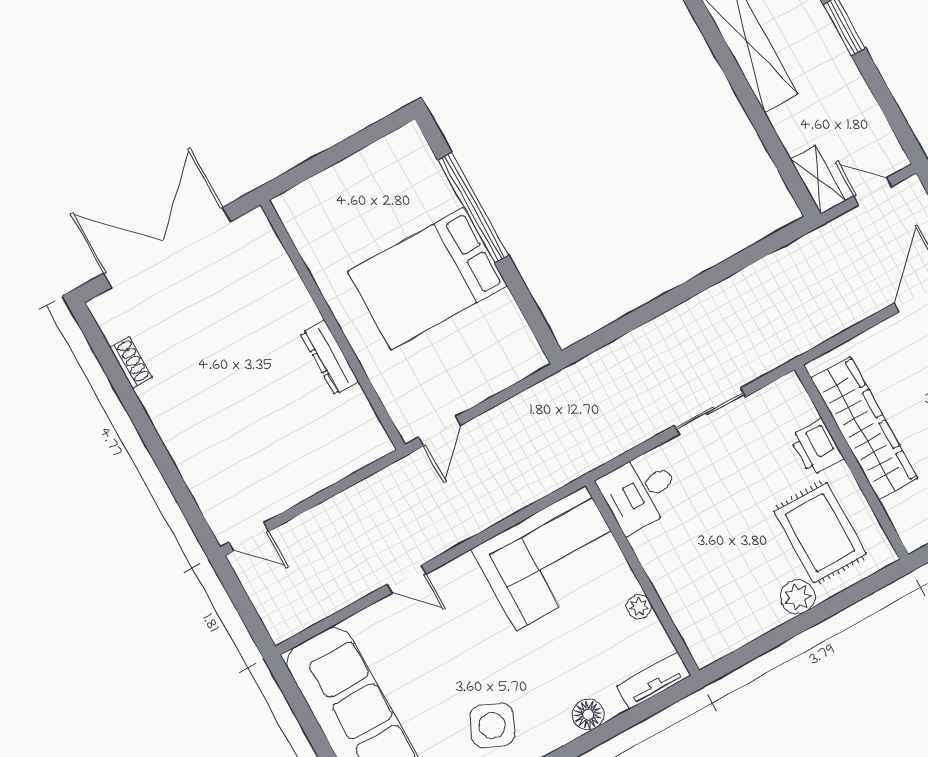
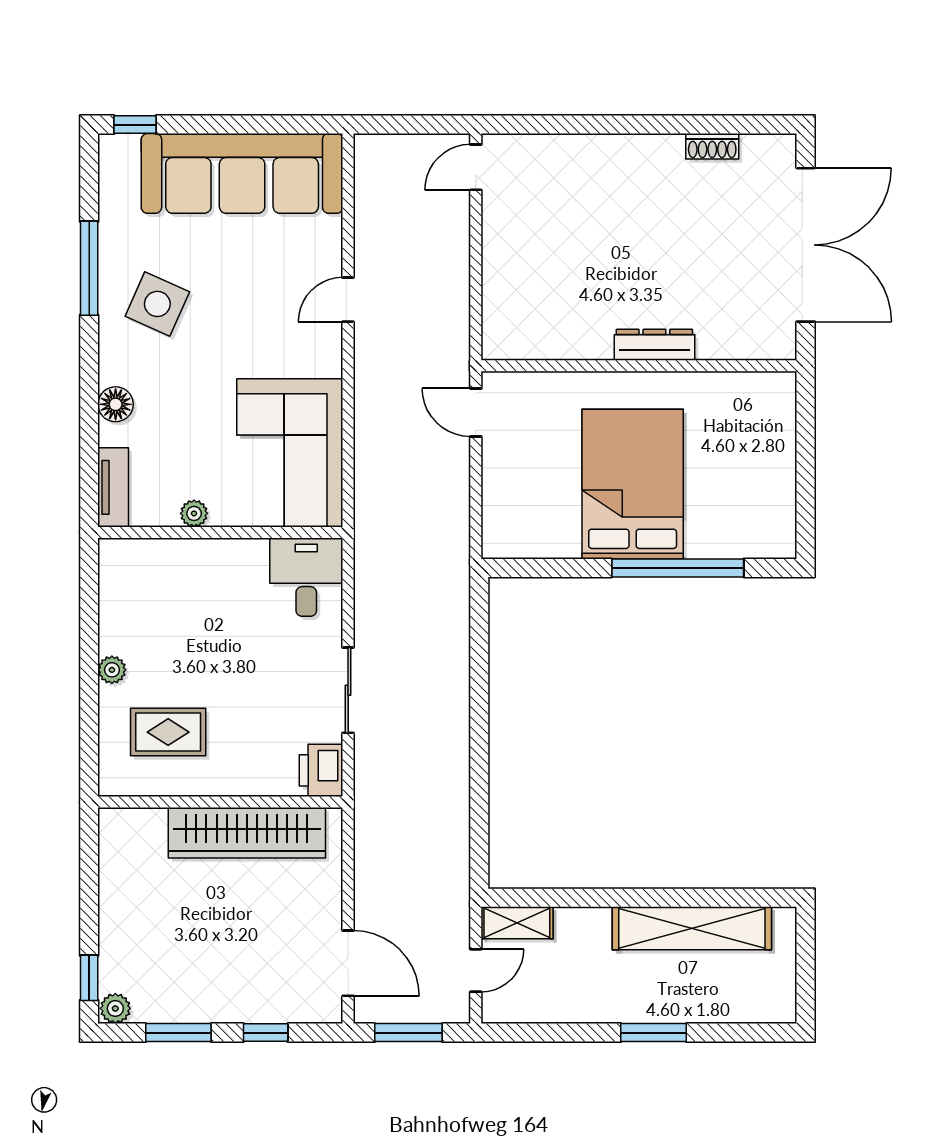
dresser: (330, 357) -> (654, 345), moved
printer: (816, 448) -> (321, 770), moved, turned -90
rug: (820, 533) -> (168, 732), width x0.73, depth x0.70
plant: (798, 597) -> (112, 670), width x0.73, depth x0.73

